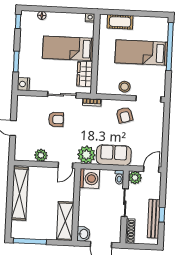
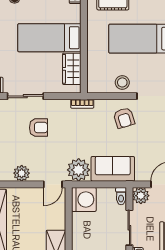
sliding door: (62, 95) -> (25, 96), moved

